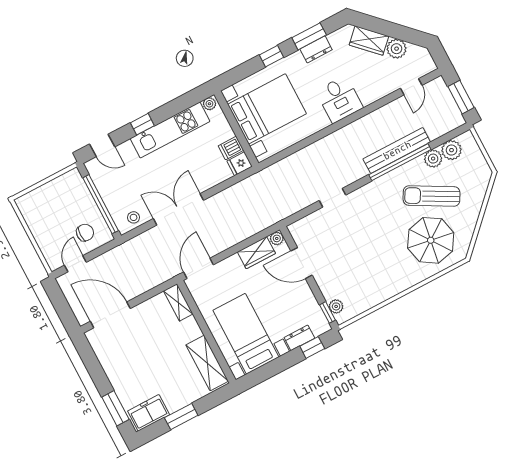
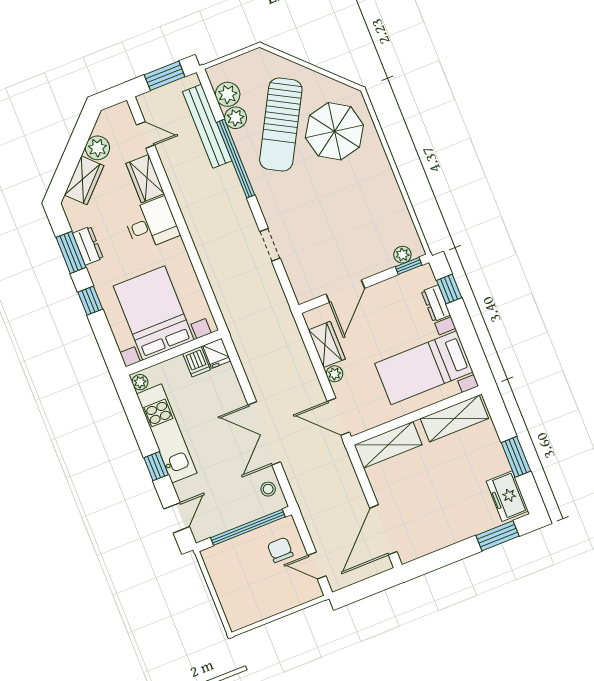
wardrobe: (376, 90) -> (145, 179), added
bench: (397, 150) -> (207, 126), moved
sun lounger: (432, 196) -> (281, 125), width x1.36, depth x1.34
plant: (277, 238) -> (334, 374), moved
shelving: (178, 302) -> (388, 445), width x1.50, depth x1.33

